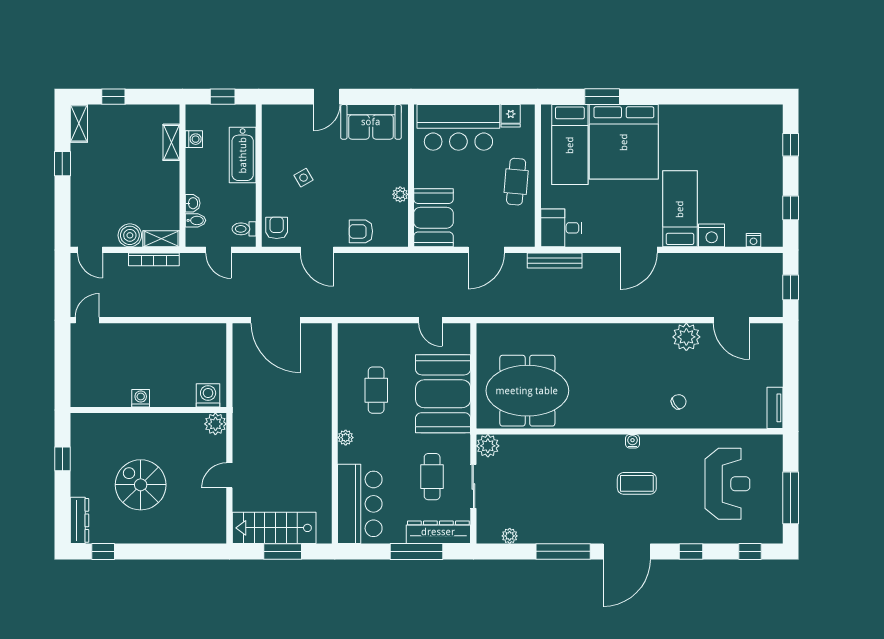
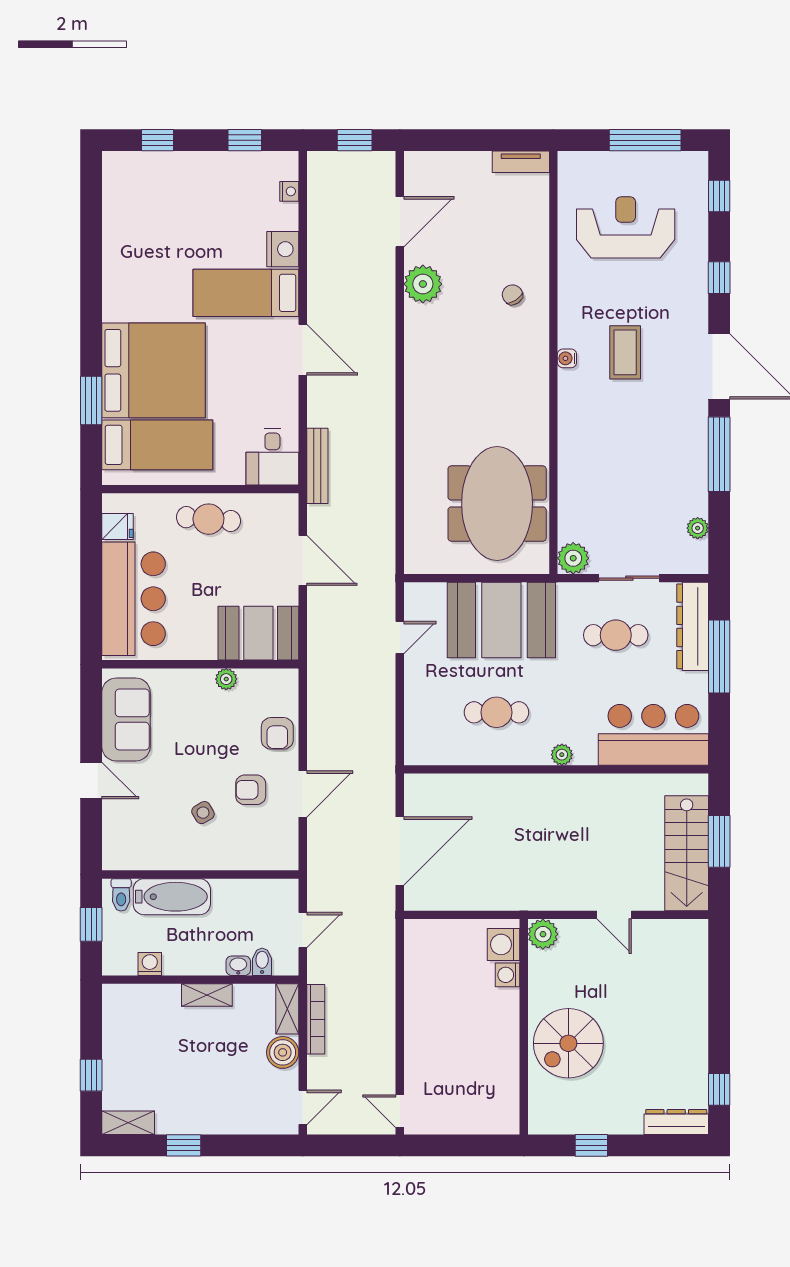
shelving: (171, 142) -> (207, 995), moved
armchair: (277, 228) -> (251, 790), moved
toilet: (244, 229) -> (121, 895), moved
washing machine: (141, 398) -> (508, 975), moved
spiral stairs: (141, 485) -> (568, 1043), moved

